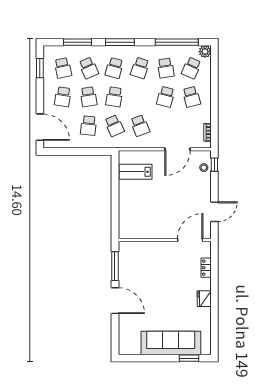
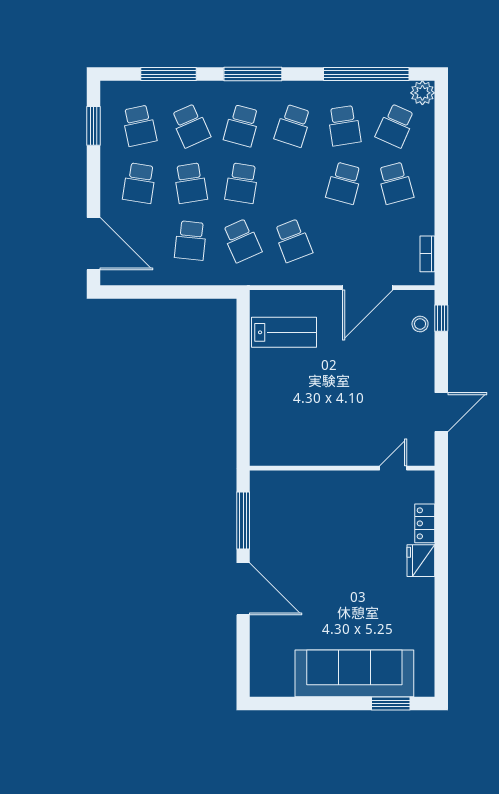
lab bench: (135, 172) -> (284, 332), turned 180
door: (190, 240) -> (393, 468), width x0.53
fridge: (204, 299) -> (421, 561), moved

